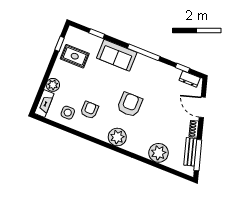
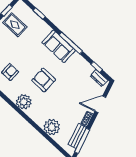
sofa: (117, 55) -> (59, 46), moved
armchair: (130, 105) -> (44, 80), turned -90
door: (202, 107) -> (100, 104), hinge flipped

